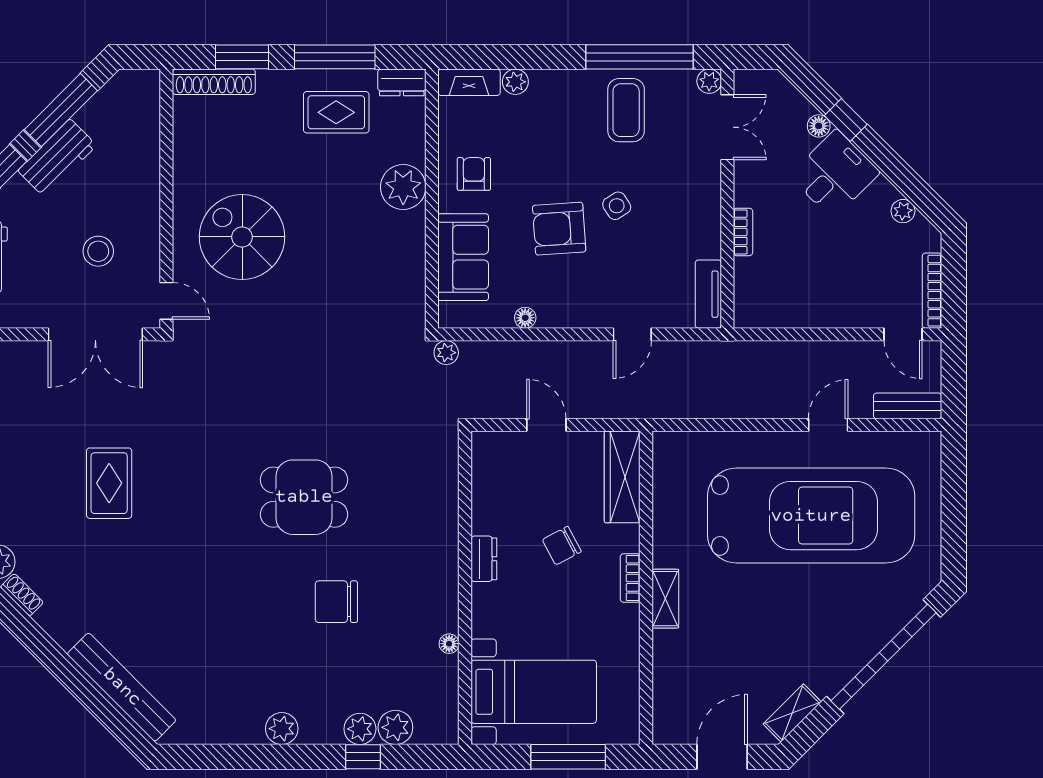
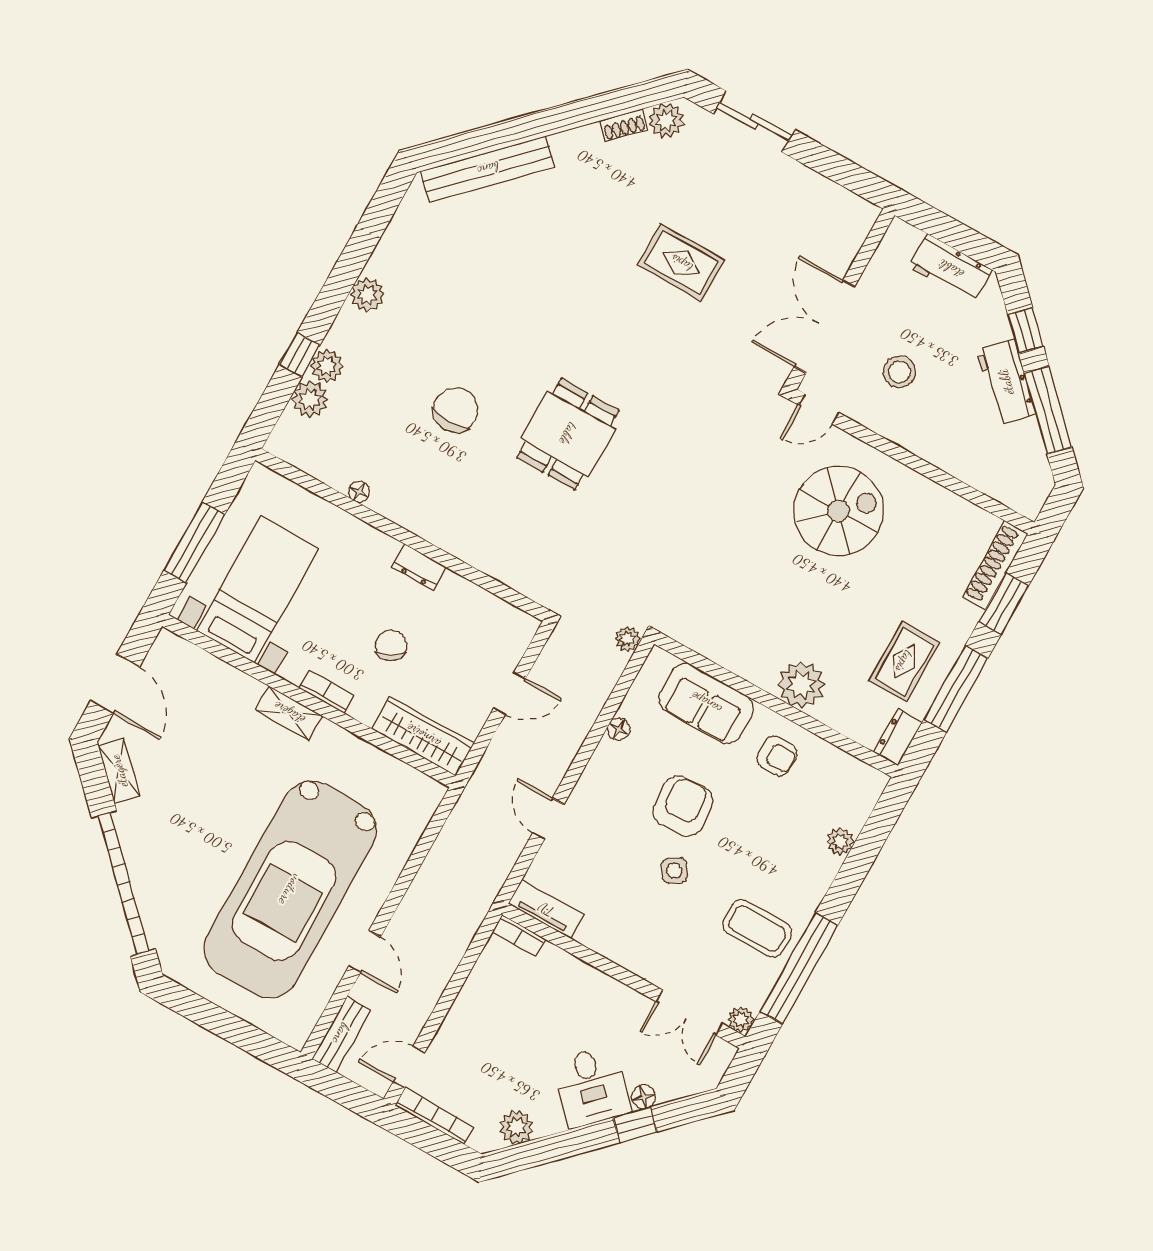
fireplace: (469, 82) -> (864, 799), removed
plant: (903, 211) -> (516, 1127), width x1.38, depth x1.38
bookcase: (743, 232) -> (519, 936), moved
bed with nightstands: (534, 692) -> (258, 589), moved, turned 180

